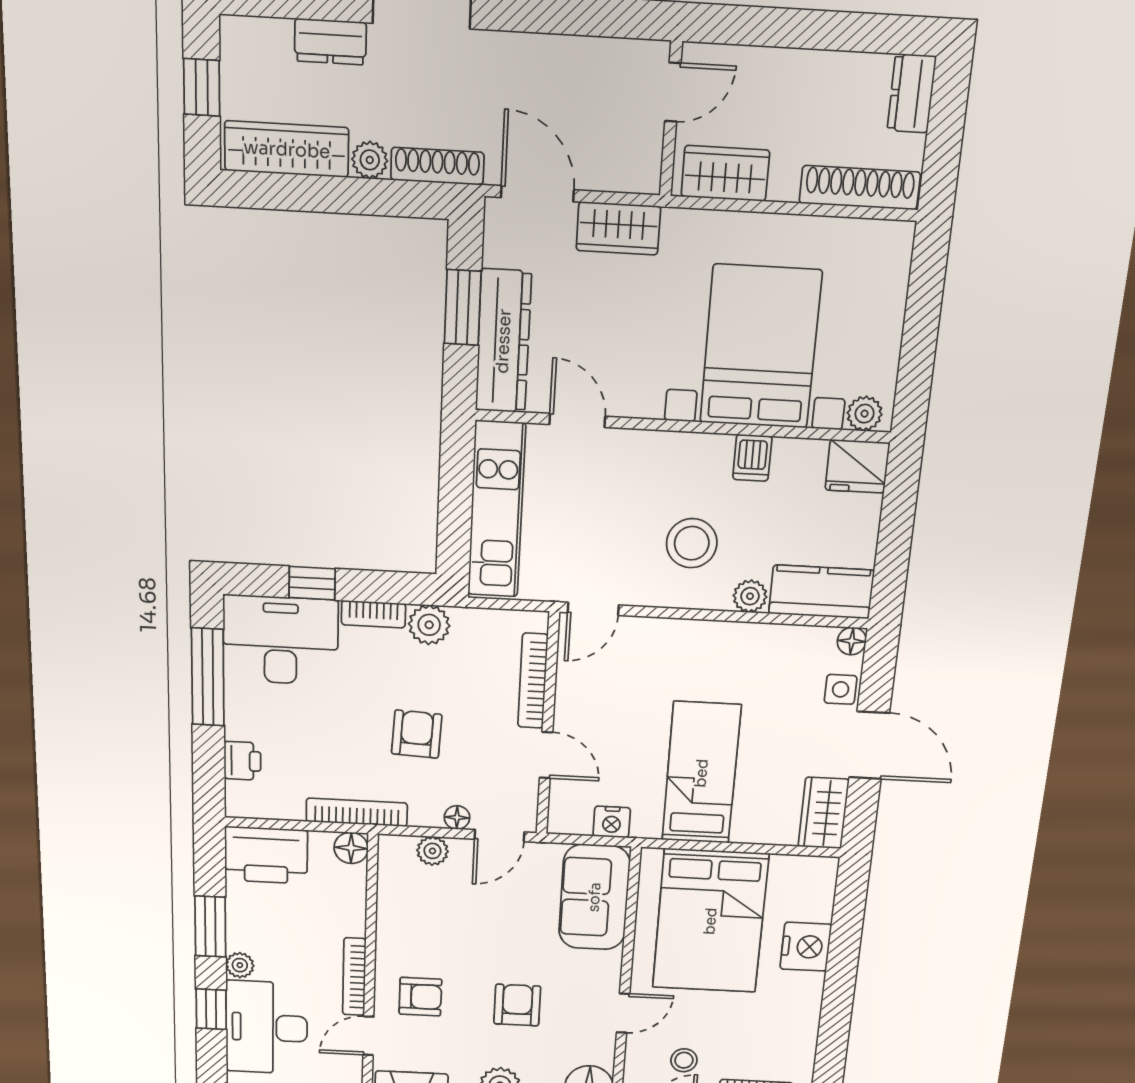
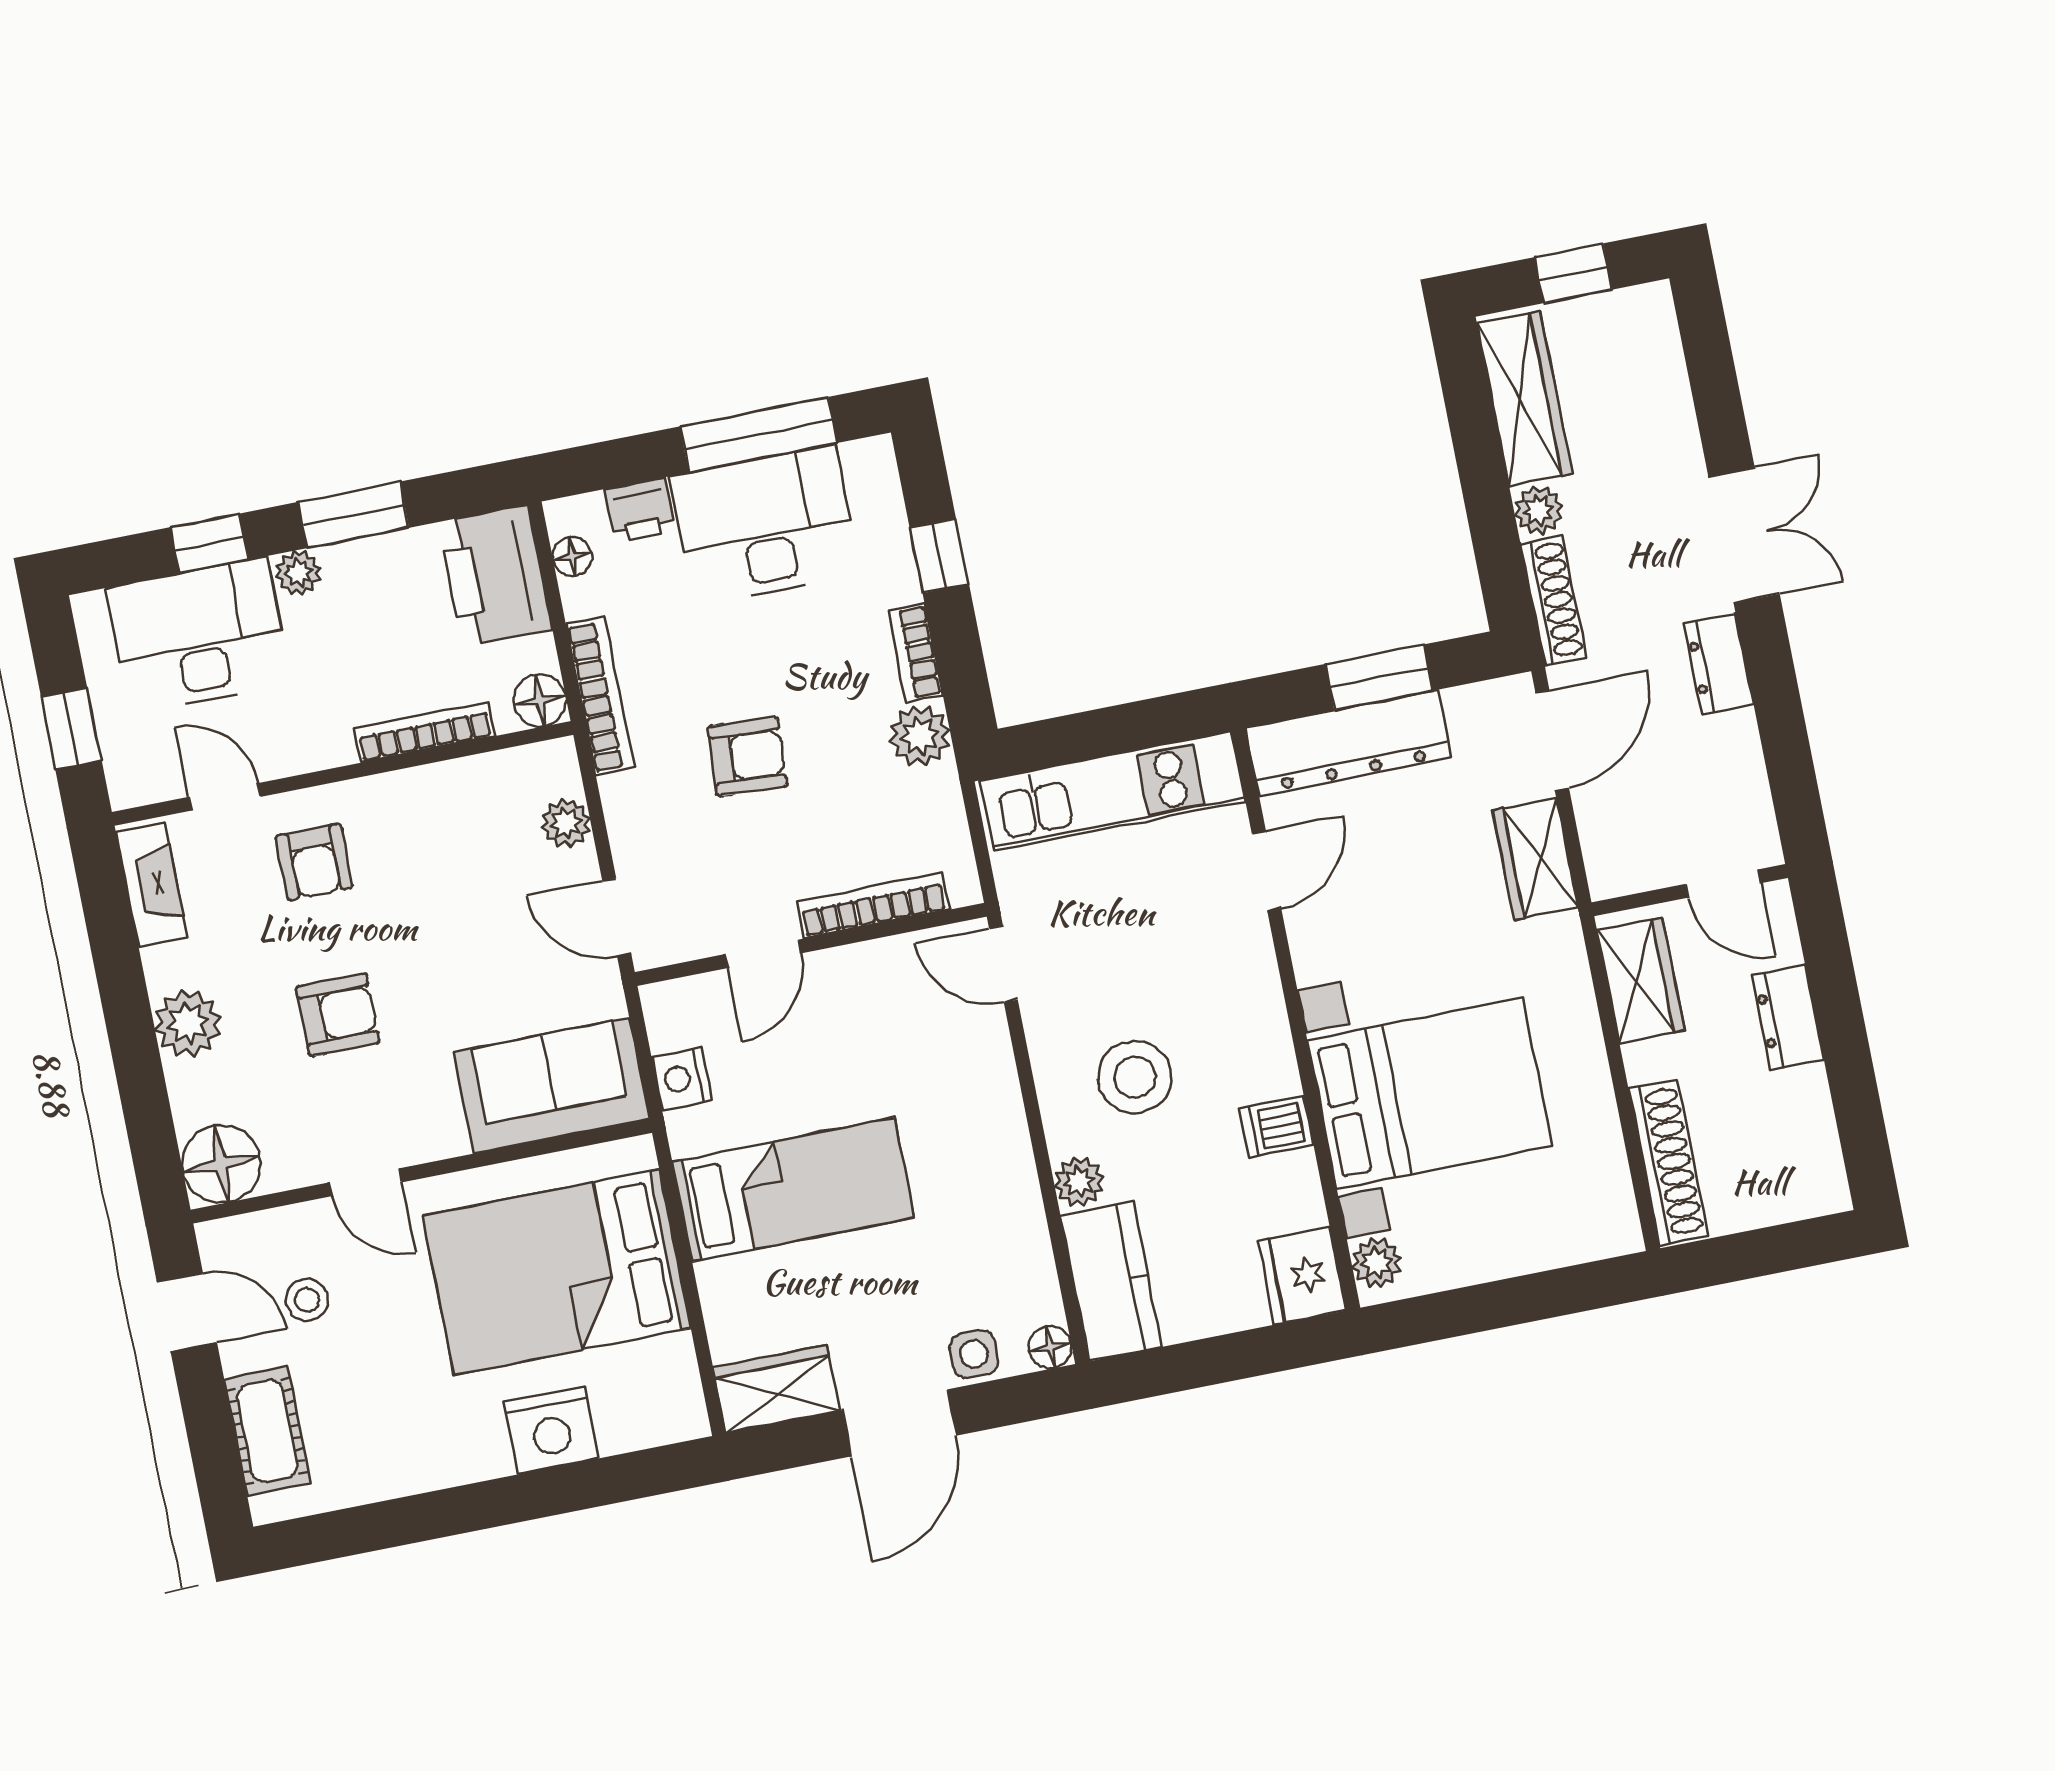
dresser: (330, 42) -> (1719, 664), moved
dresser: (912, 93) -> (1788, 1017), moved, turned -90
desk: (281, 640) -> (765, 525), moved, turned -90
floor lamp: (457, 817) -> (572, 556), moved
bookcase: (354, 977) -> (424, 732), moved

